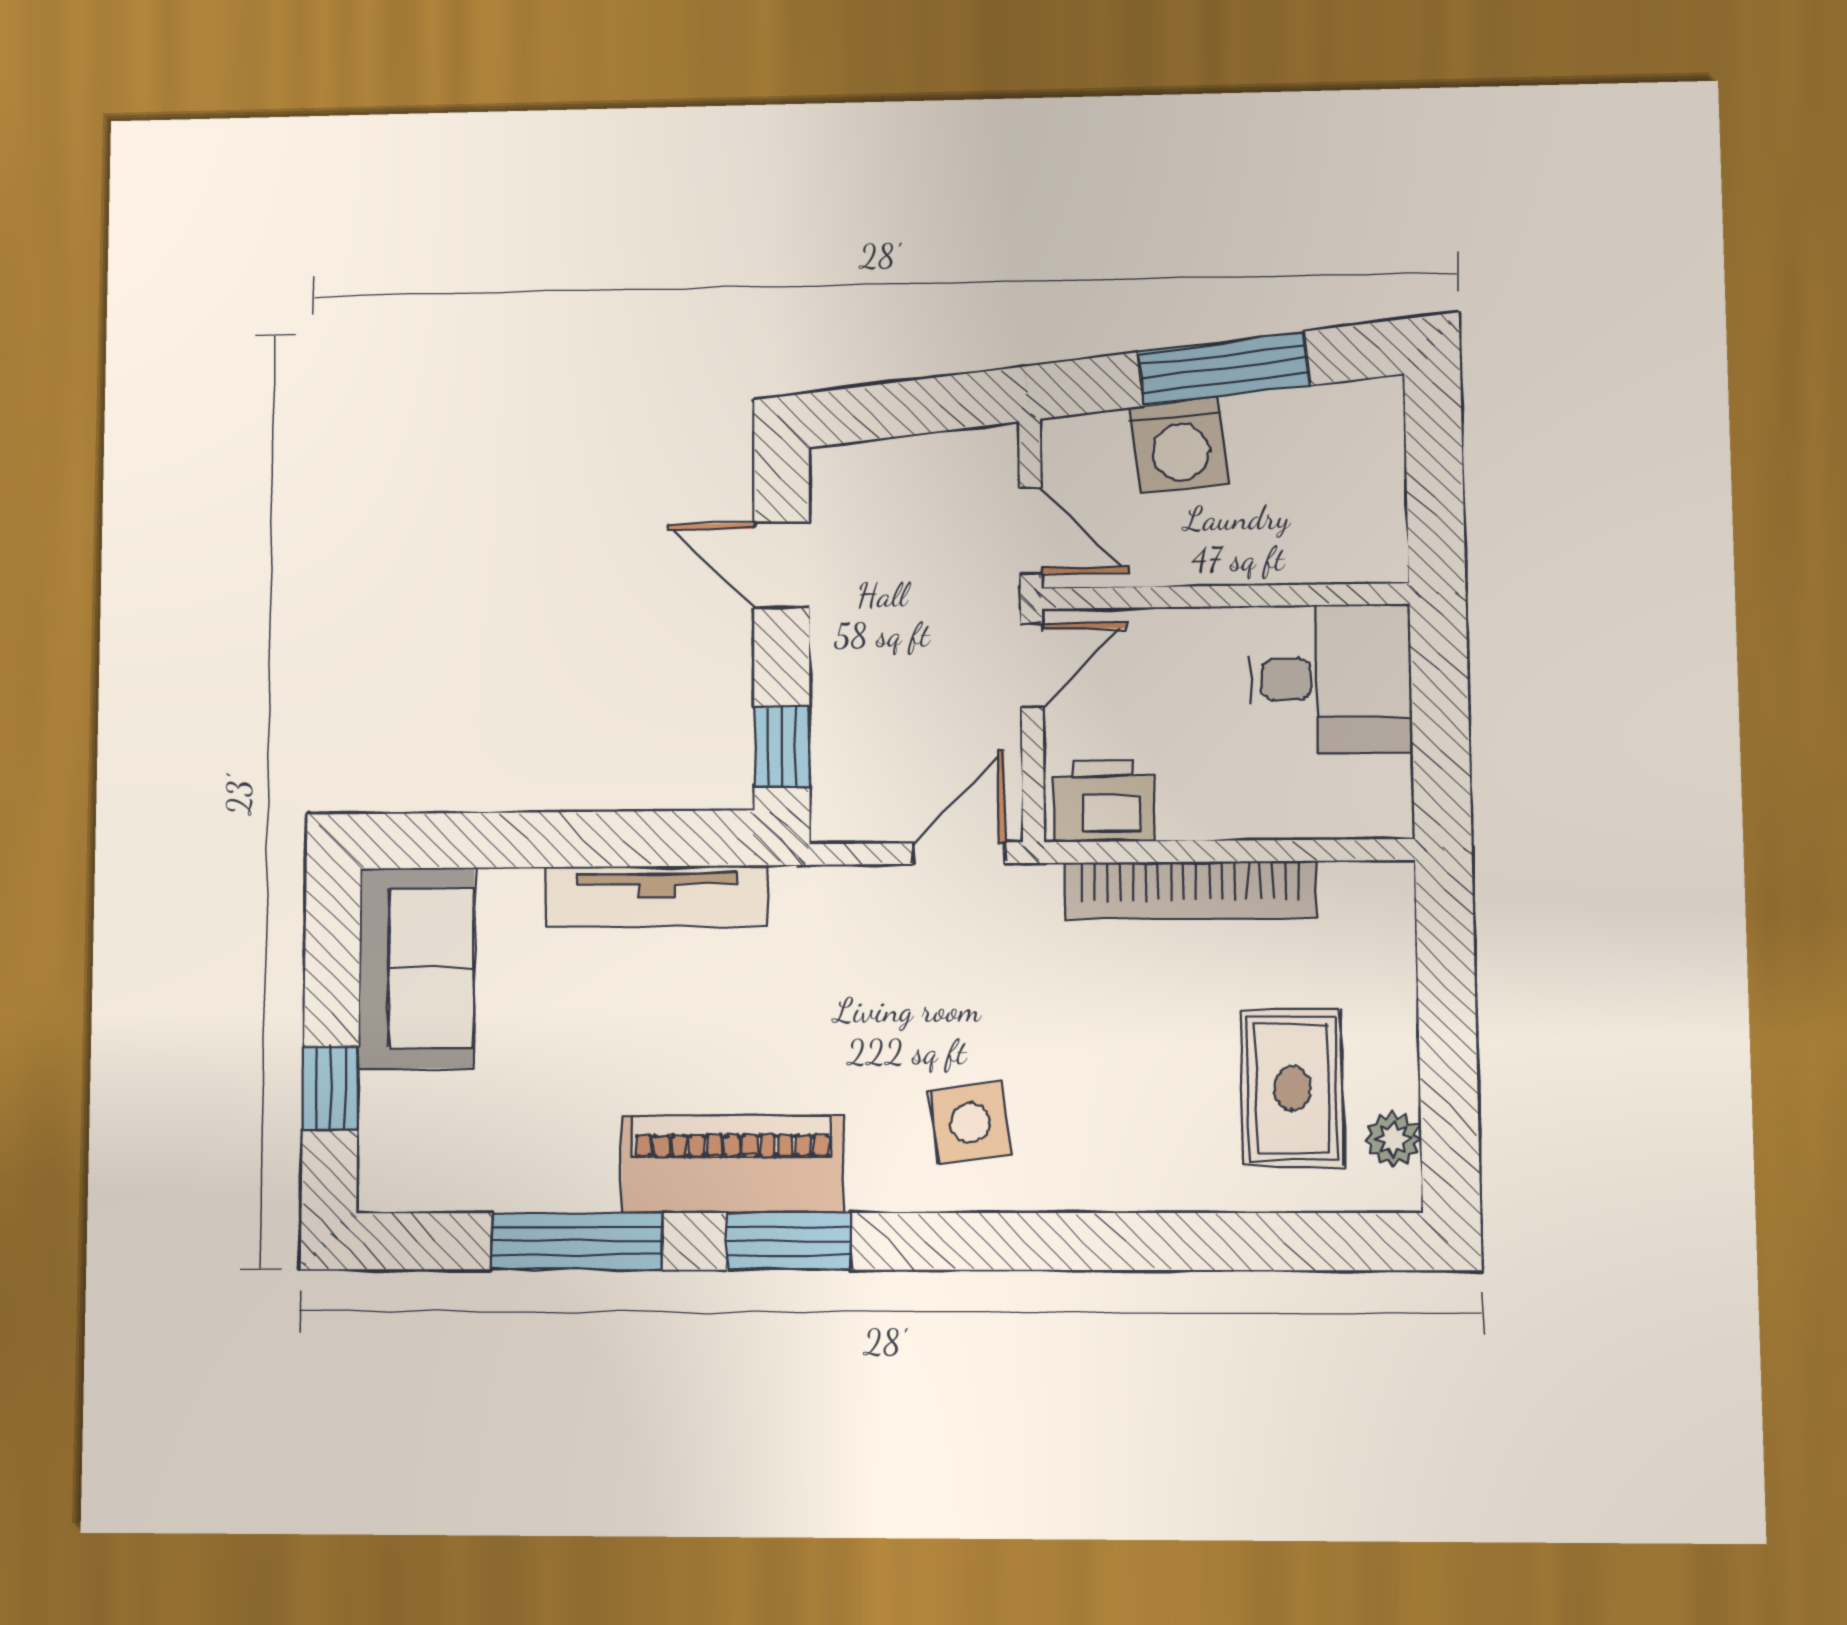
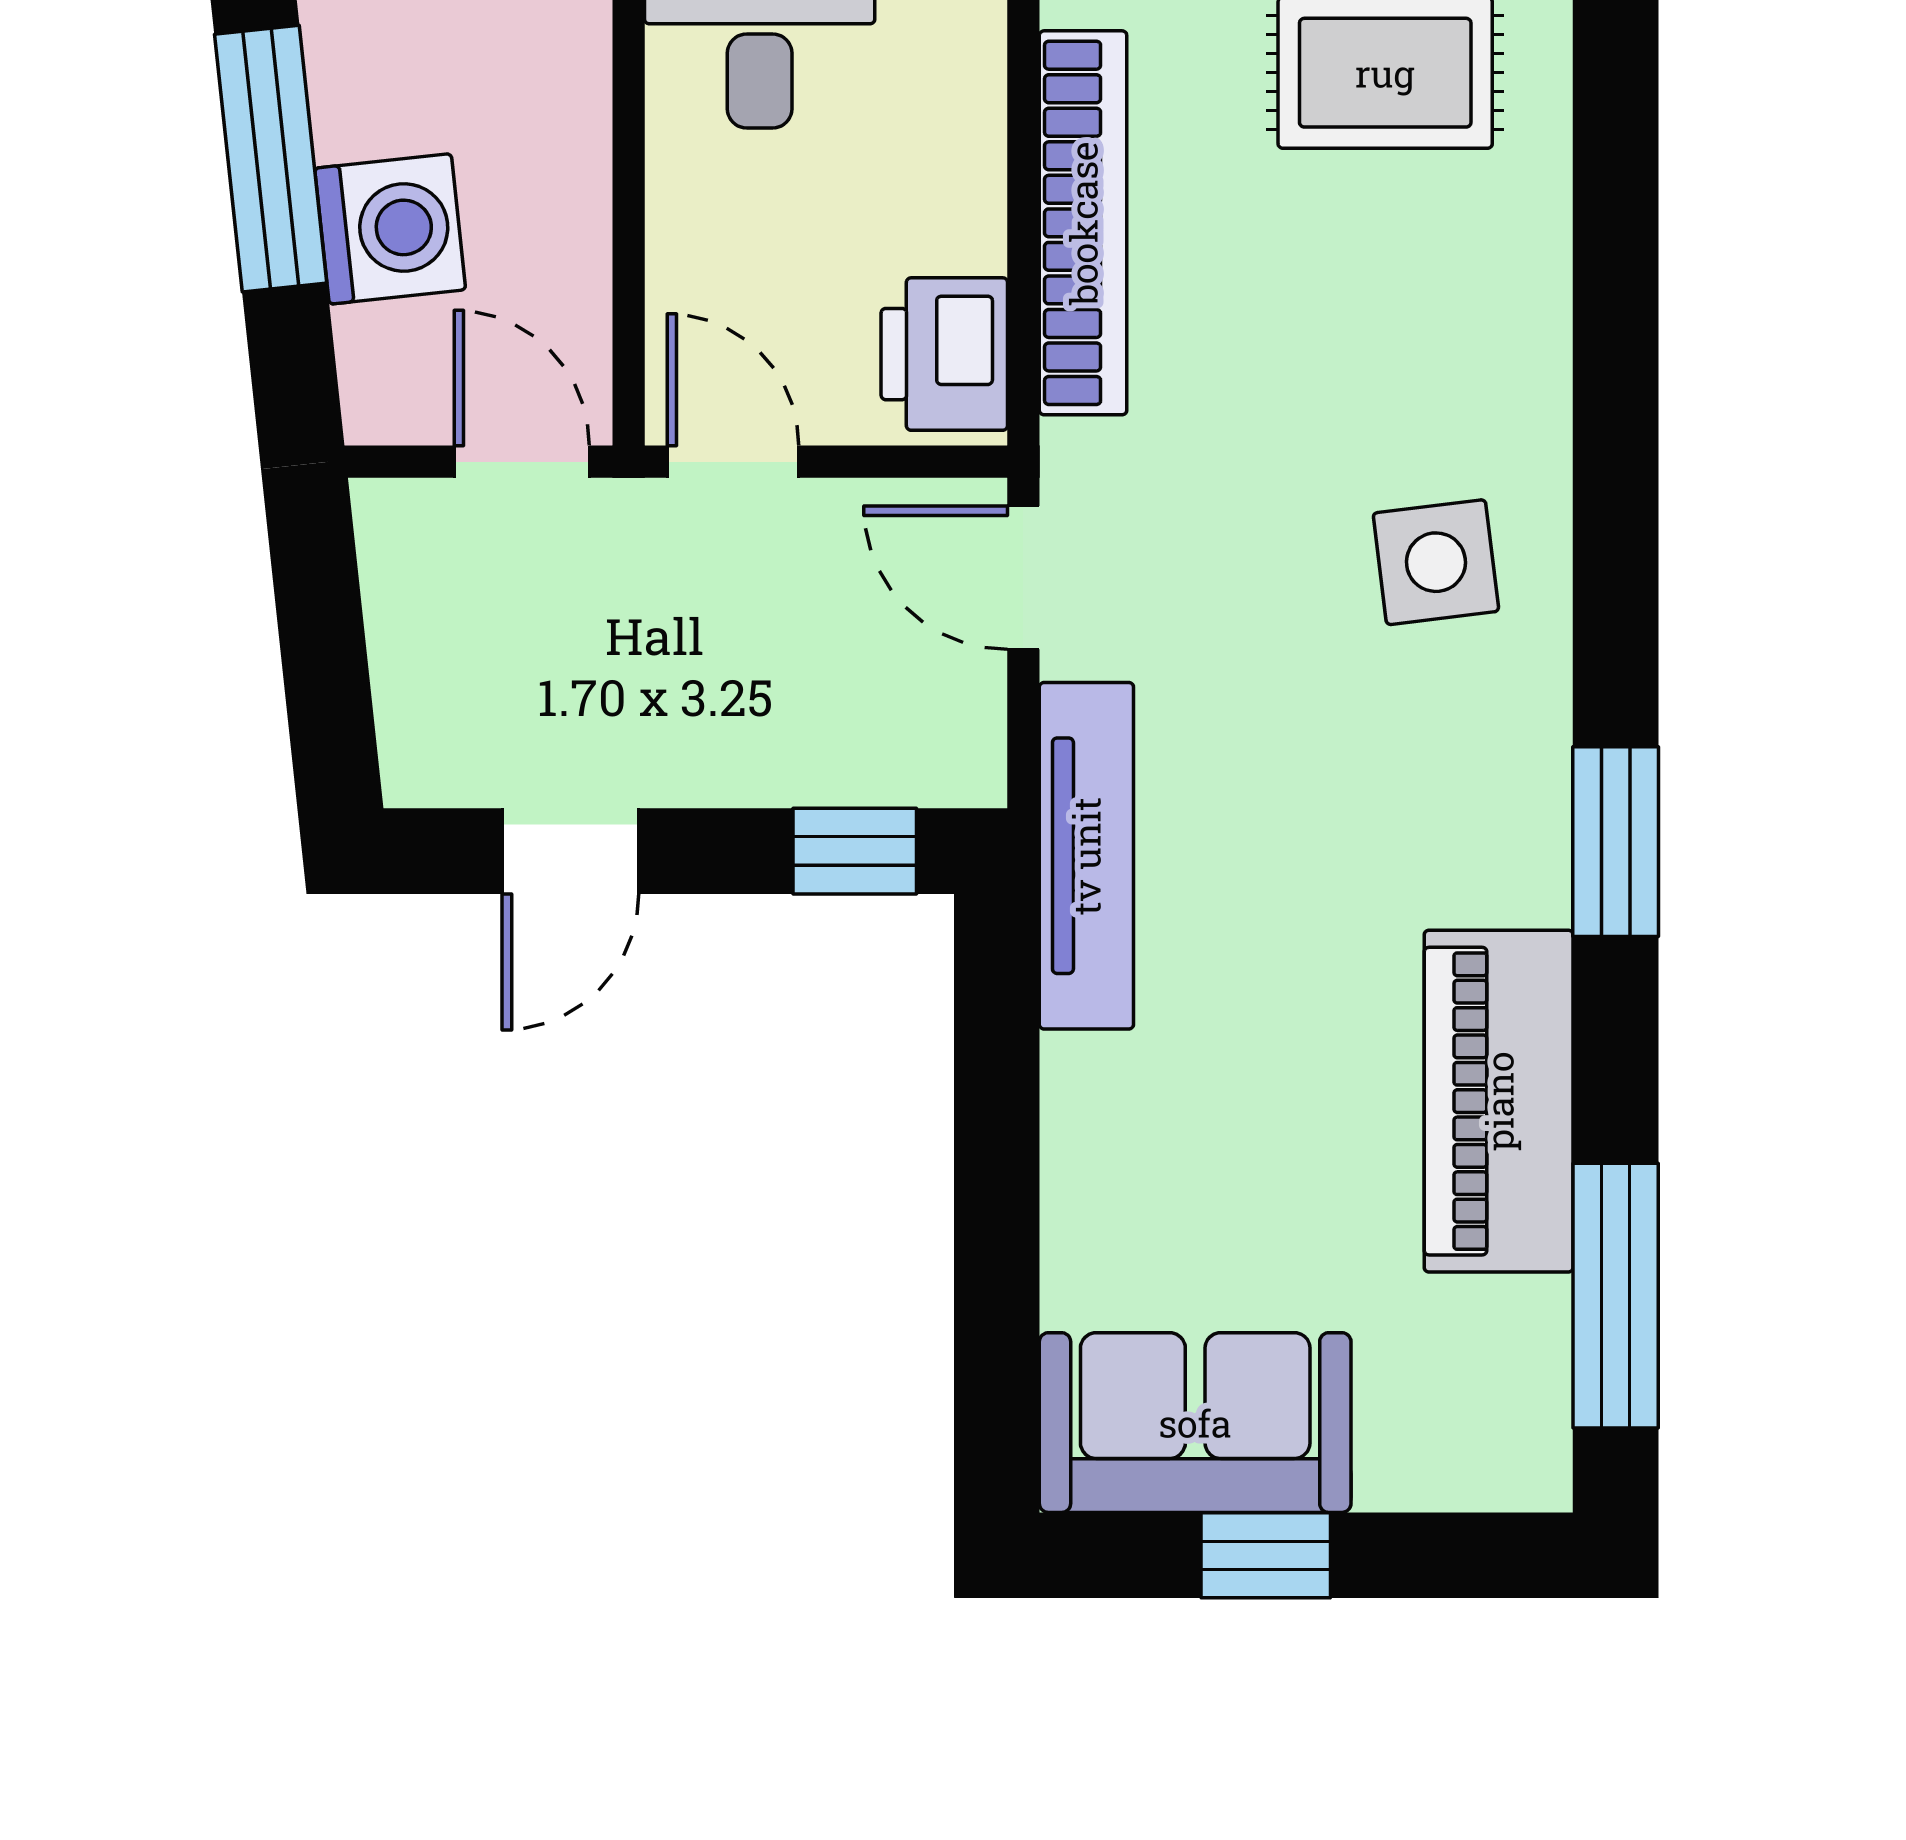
door: (1031, 531) -> (522, 462), hinge flipped
tv unit: (656, 896) -> (1086, 856), moved
window: (331, 1088) -> (1266, 1555), moved
piano: (732, 1164) -> (1499, 1101), moved
window: (577, 1241) -> (1616, 1296), moved

